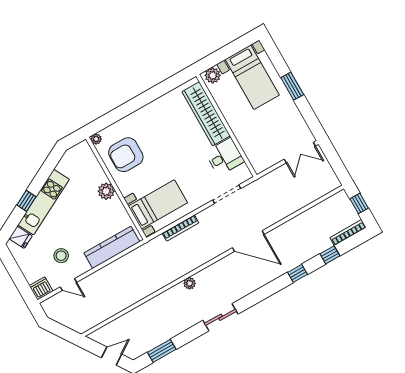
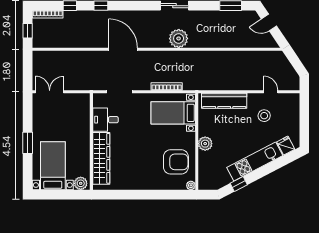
window: (26, 201) -> (239, 184), moved
plant: (190, 283) -> (179, 38), width x1.87, depth x1.87
dishwasher: (41, 288) -> (292, 100), removed

